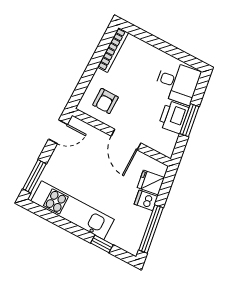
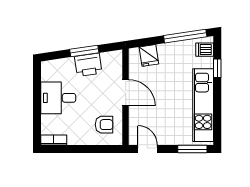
bookcase: (113, 50) -> (54, 140), width x0.64
desk: (177, 83) -> (58, 98), moved, turned -82
door: (126, 139) -> (126, 93), hinge flipped
dishwasher: (146, 200) -> (205, 50), moved, turned 98

